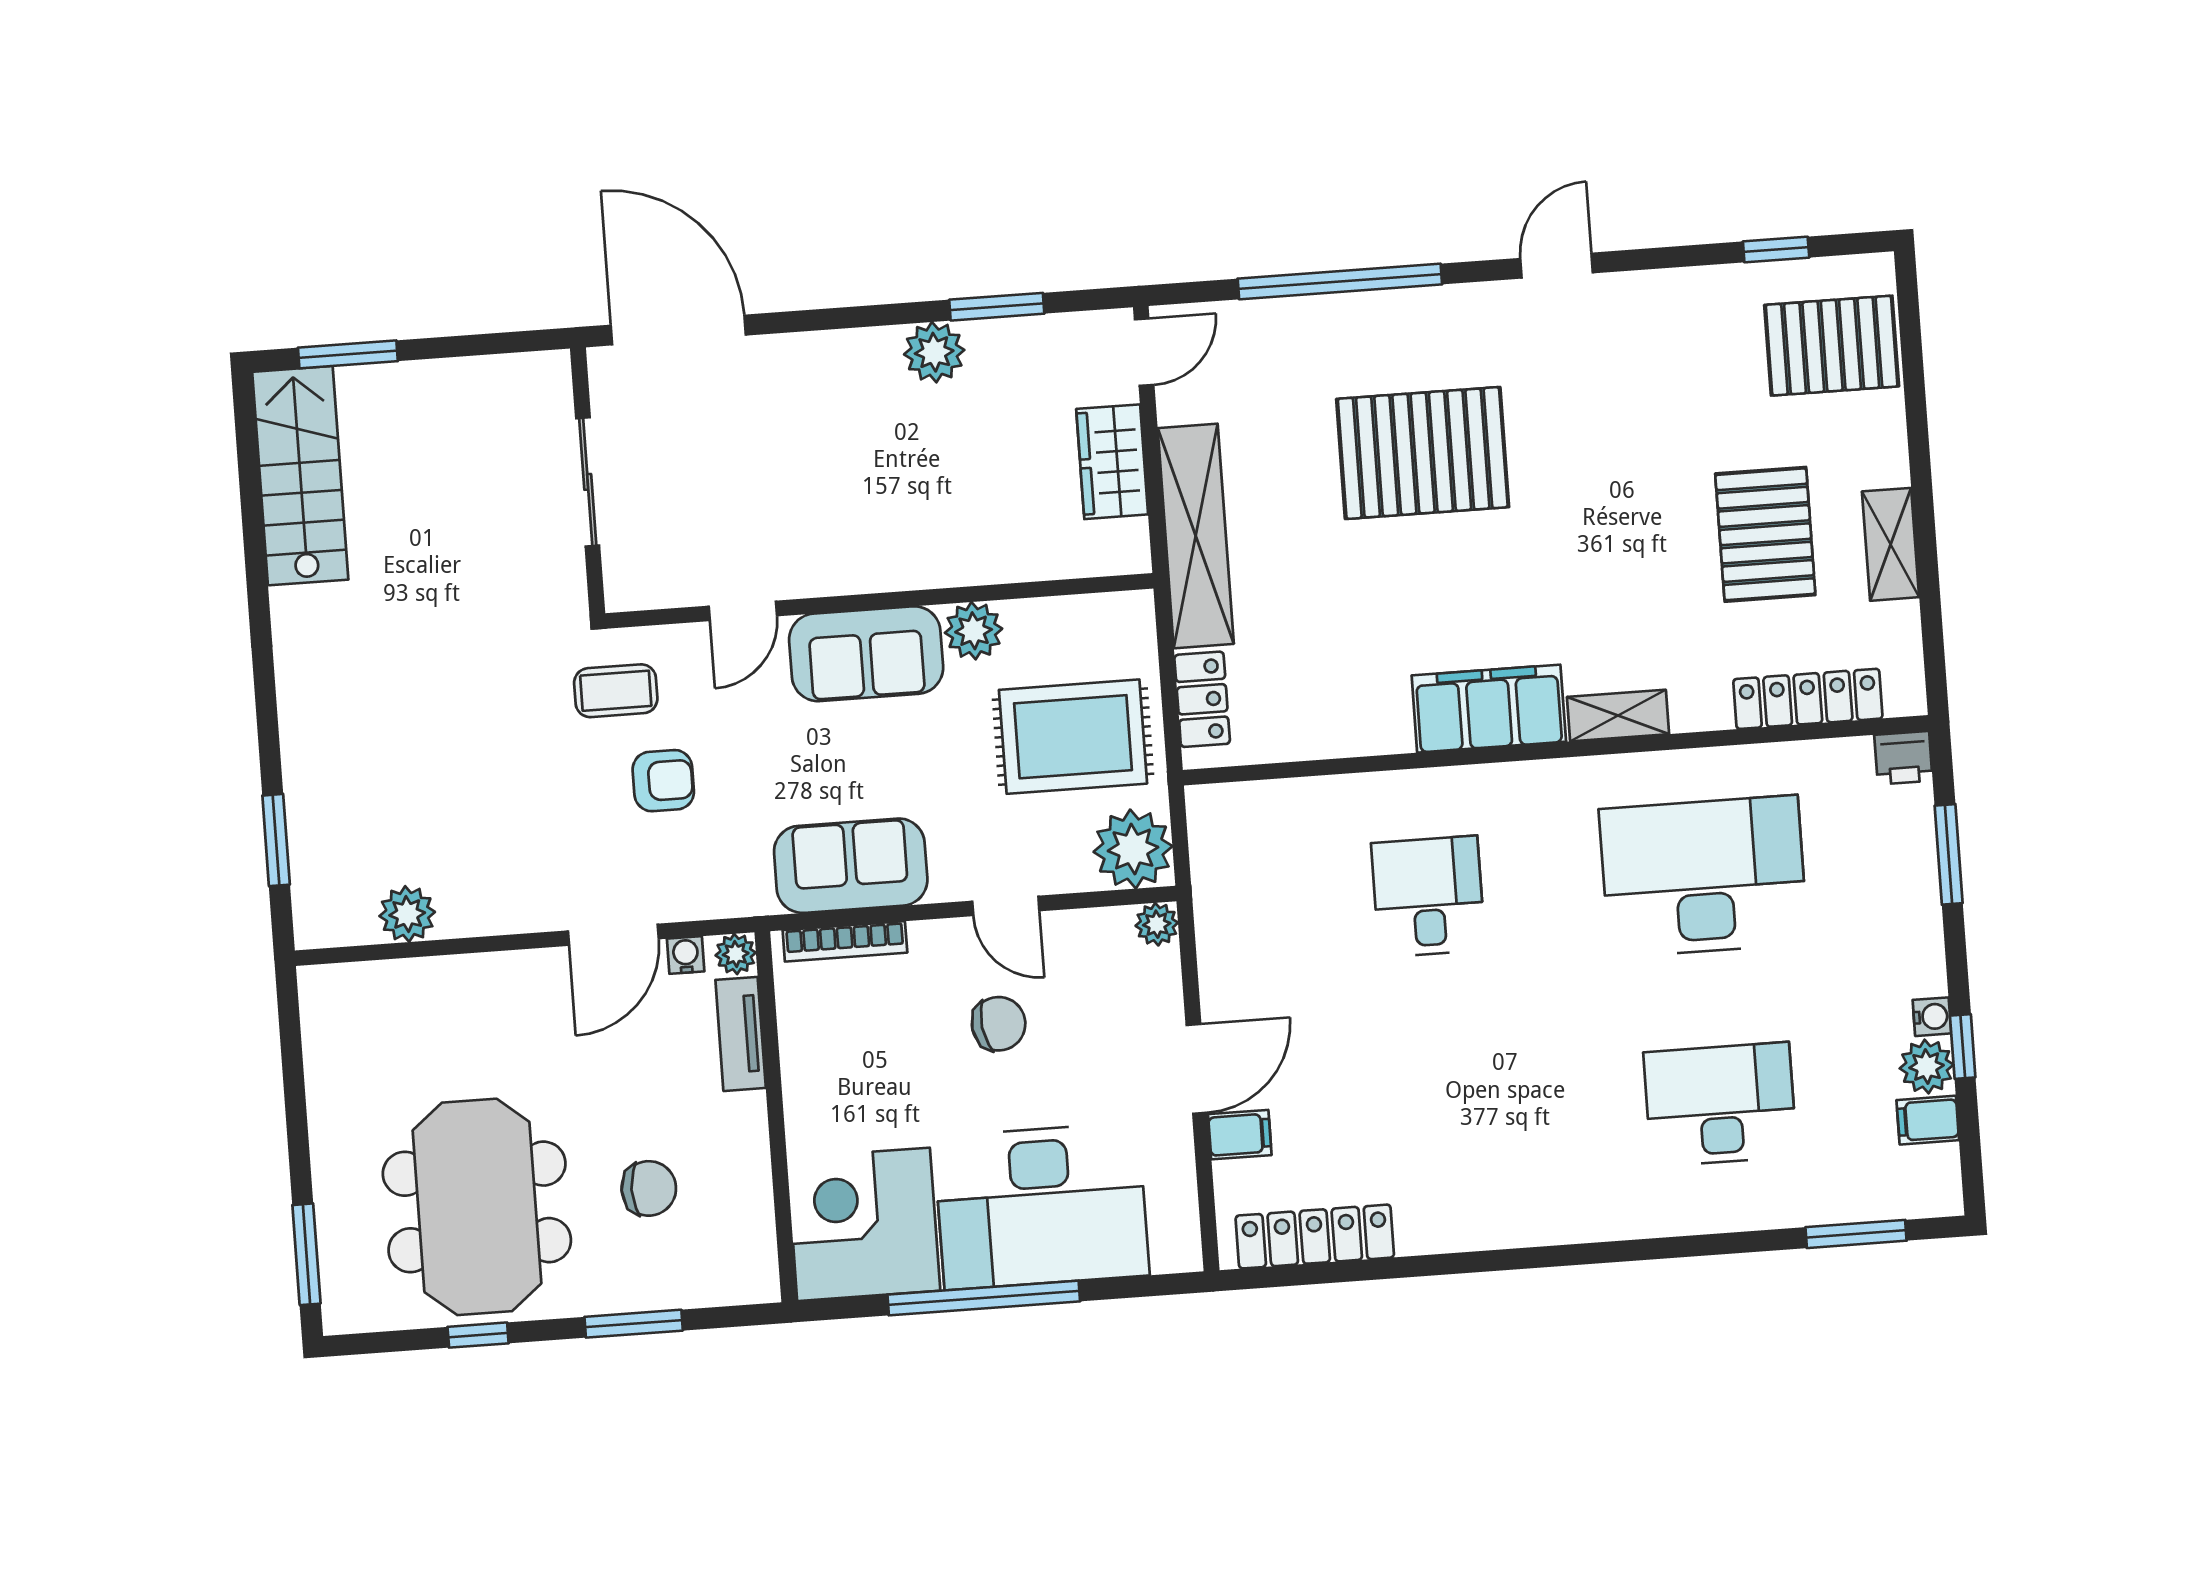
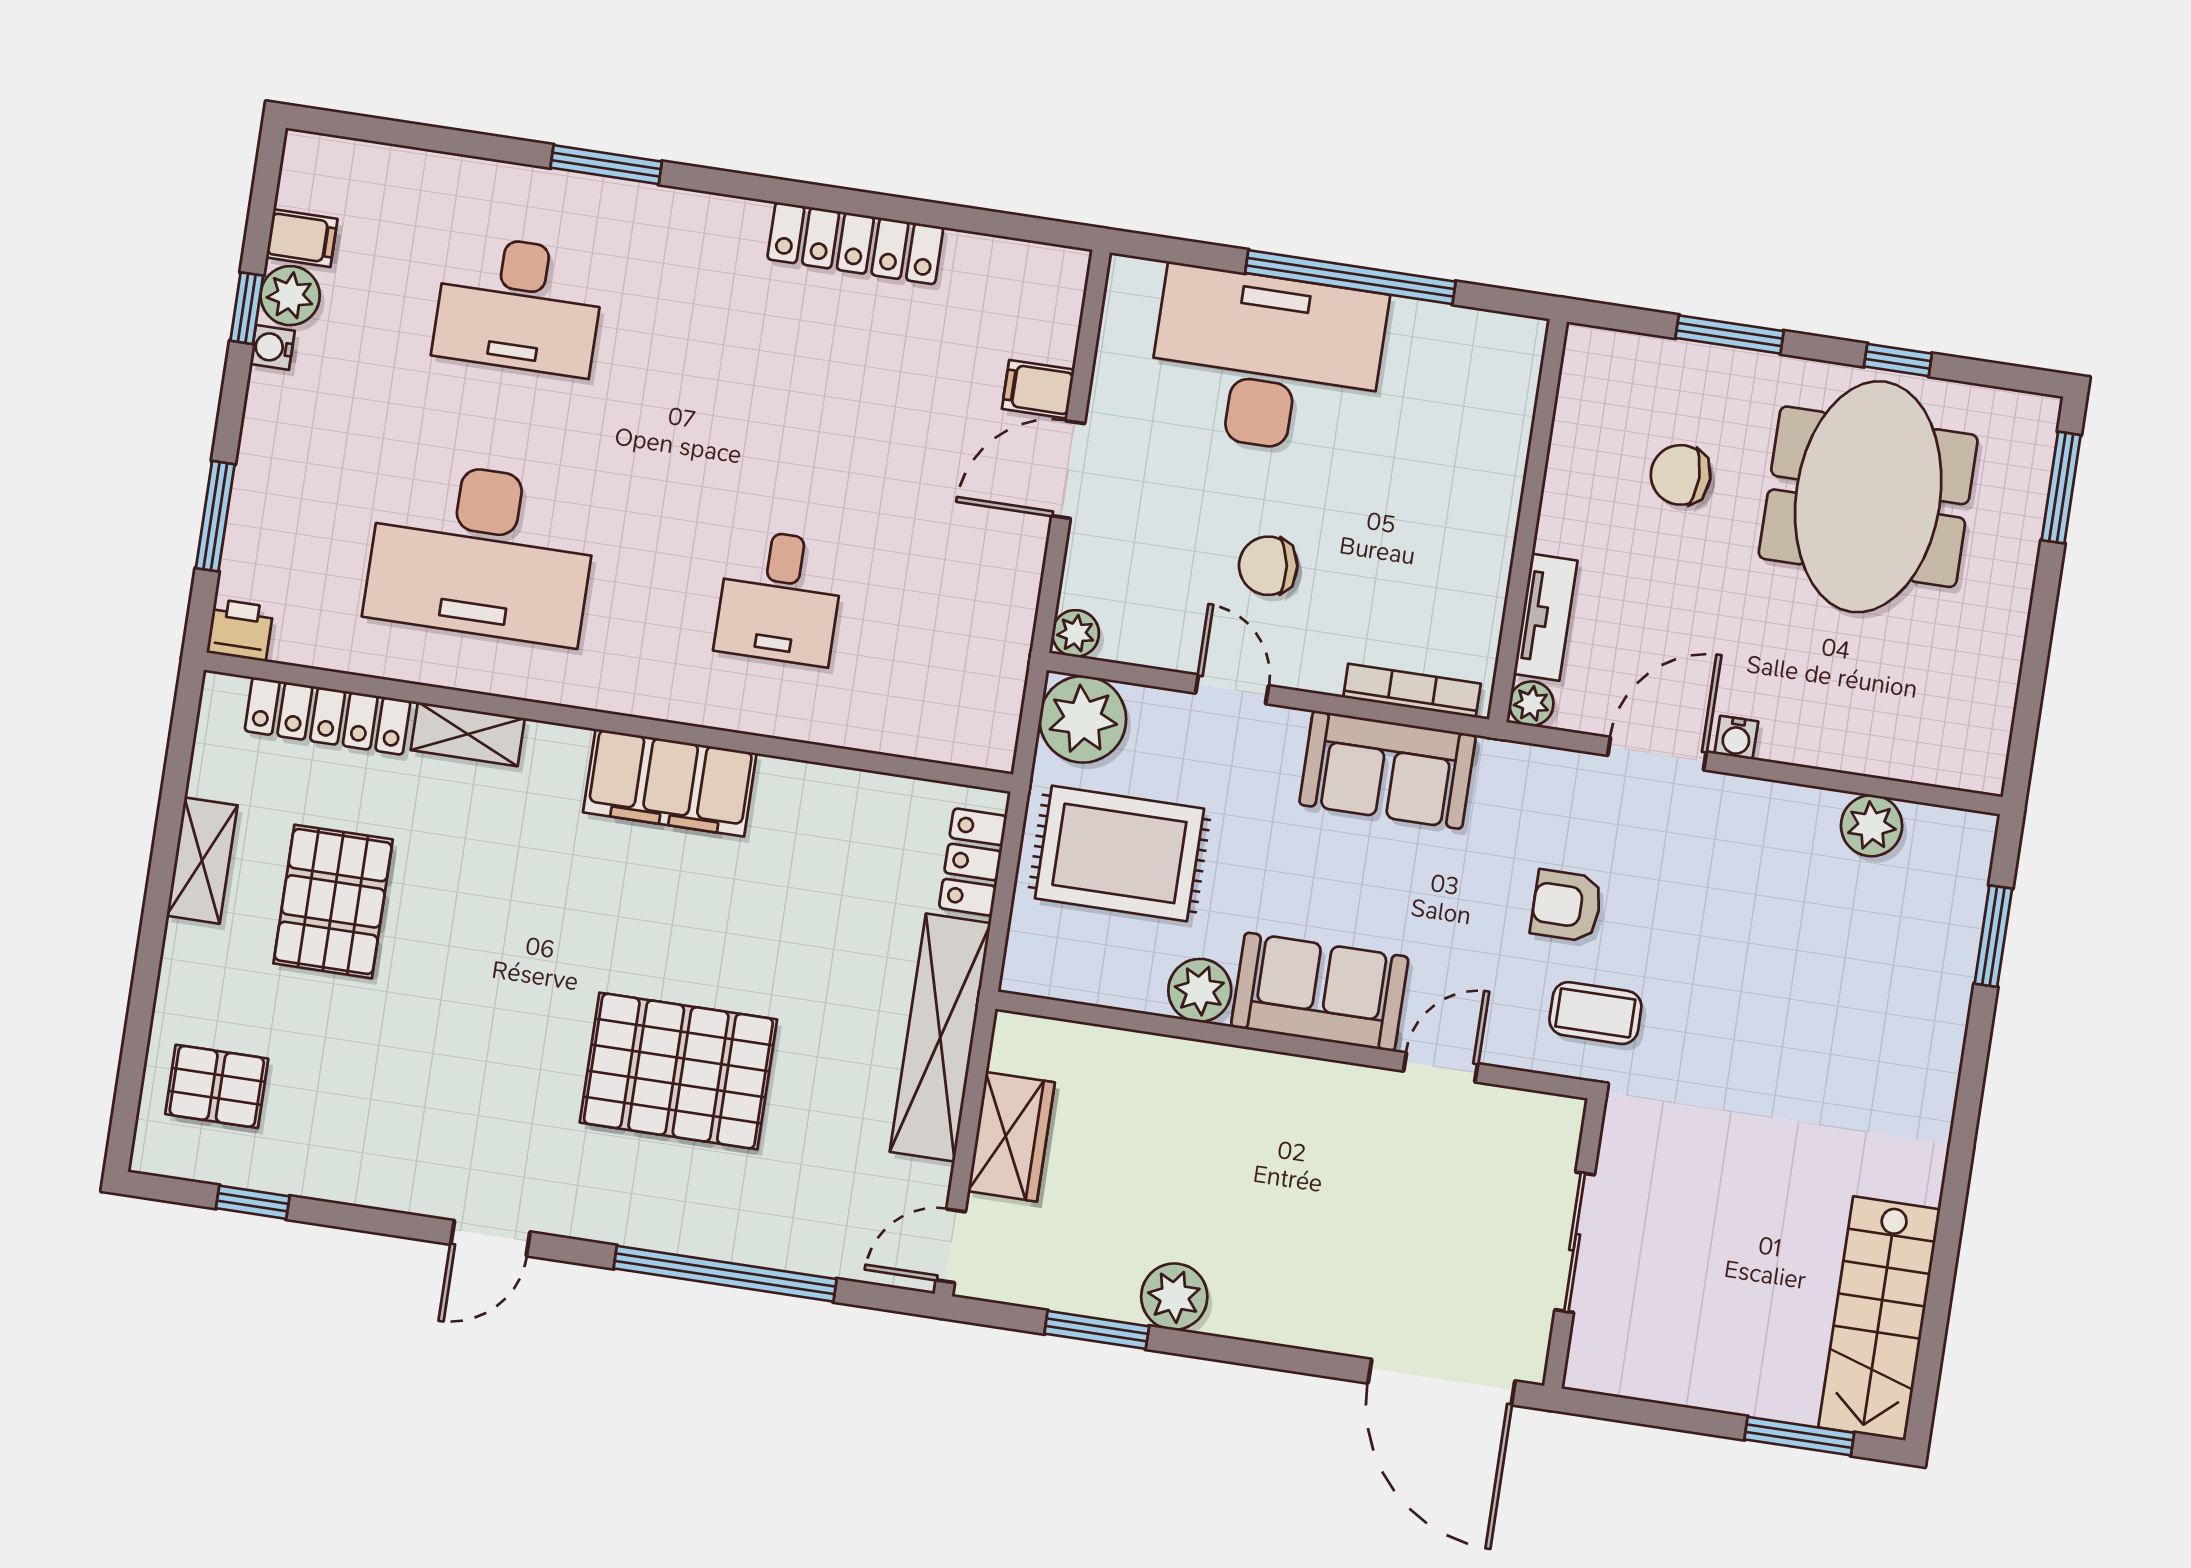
pallet: (1832, 346) -> (217, 1086), width x0.67, depth x0.71
shelving: (1618, 716) -> (468, 734), moved
water cooler: (686, 955) -> (1736, 738), moved
corner desk: (864, 1224) -> (1461, 385), removed
window: (1856, 1234) -> (606, 165), moved
locker: (1315, 1237) -> (855, 243), moved

